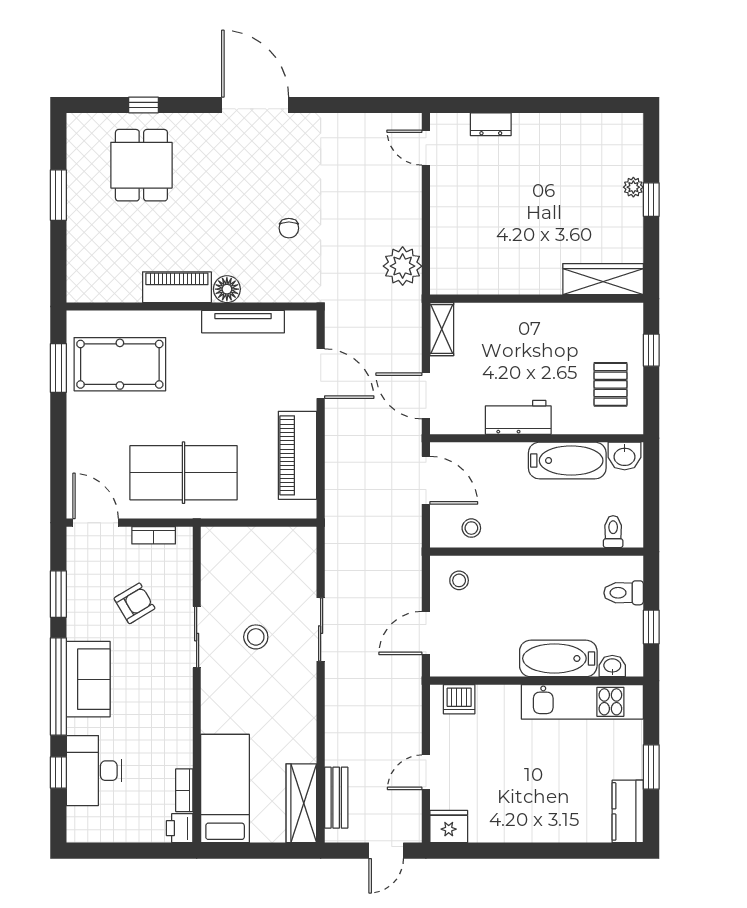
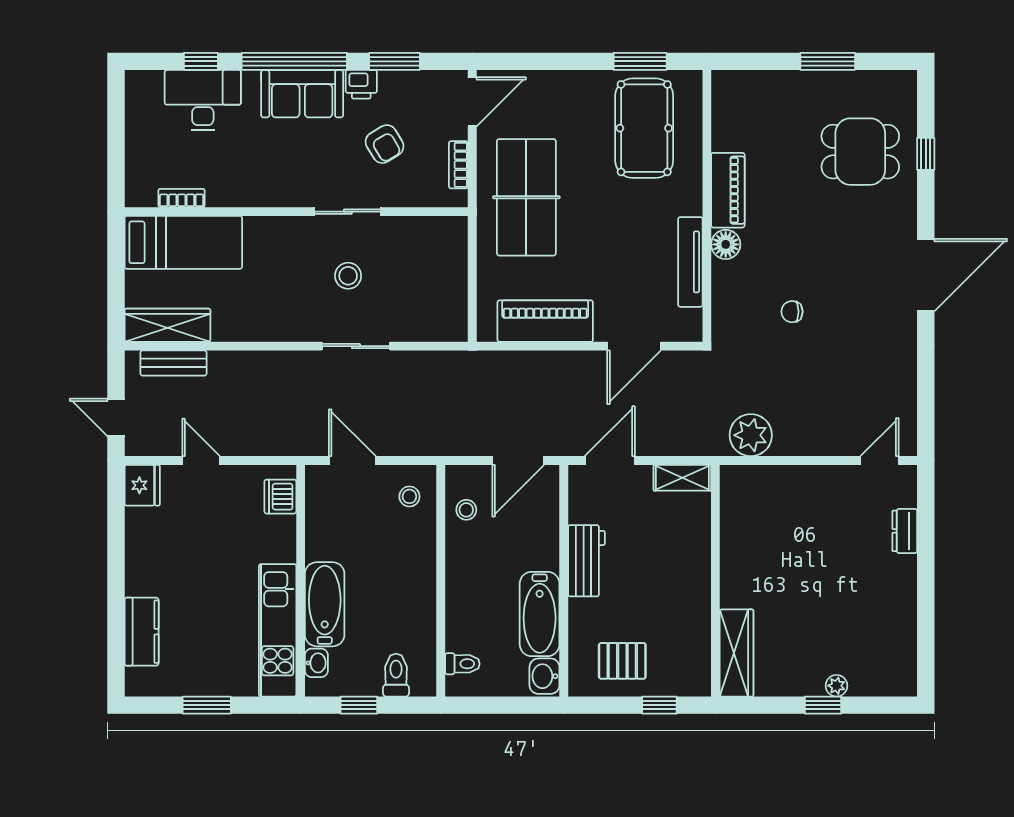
kitchen counter: (628, 811) -> (142, 632), moved, turned 90
printer: (180, 828) -> (361, 84), moved, turned 180

